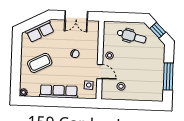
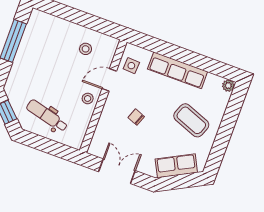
coffee table: (40, 63) -> (191, 120), turned 48
door: (100, 72) -> (109, 80), hinge flipped

